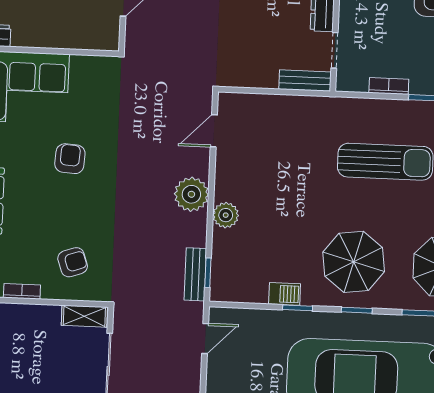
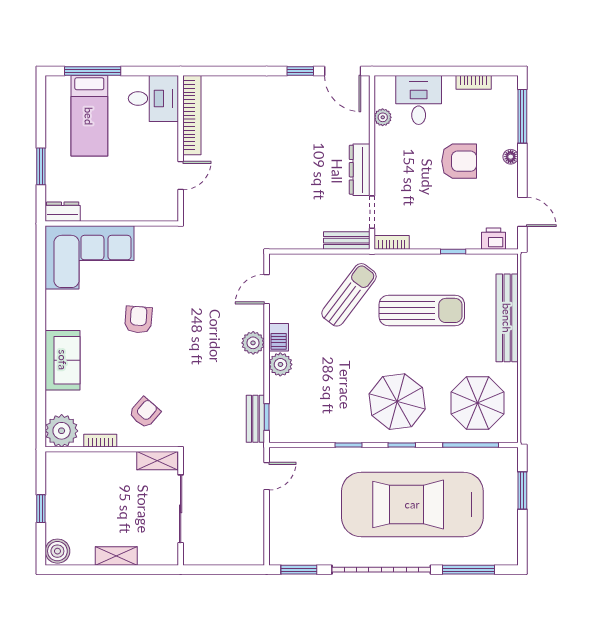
bookcase: (389, 86) -> (392, 242), moved
sun lounger: (305, 141) -> (349, 295), added
plant: (191, 194) -> (253, 343), width x0.73, depth x0.73
armchair: (73, 262) -> (145, 413), turned -30
barbecue: (285, 294) -> (279, 337), moved, turned 90

